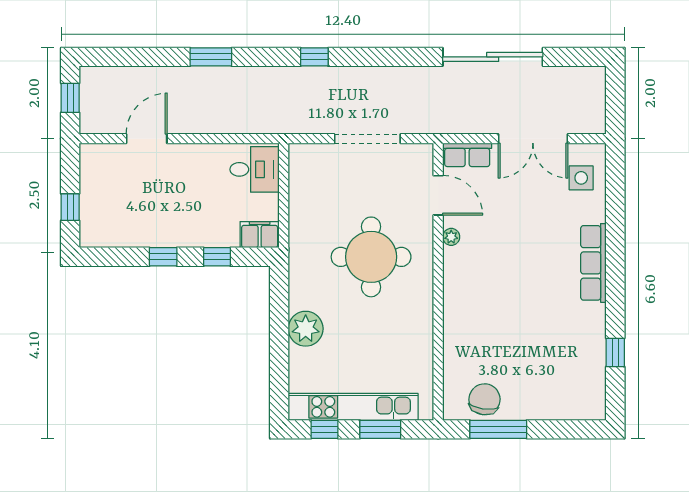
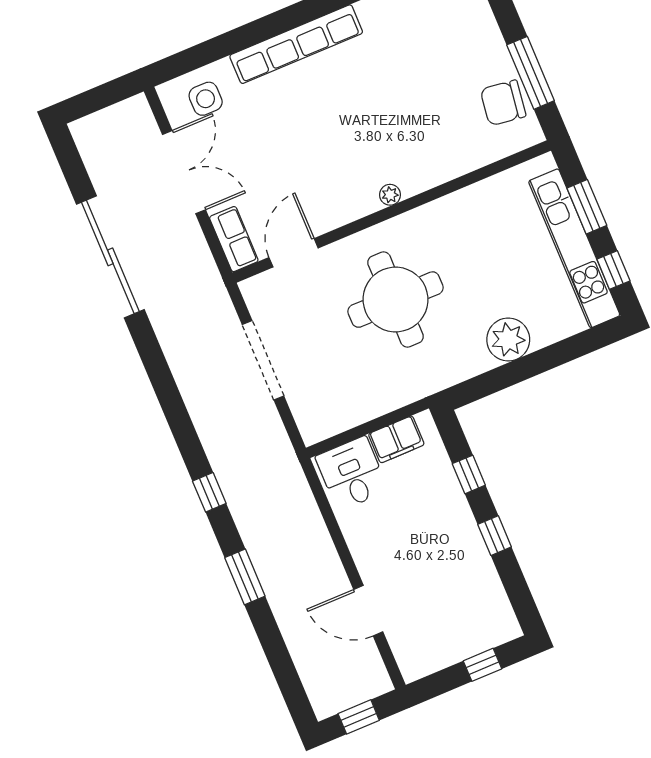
window: (314, 57) -> (209, 492), moved
filing cabinet: (260, 235) -> (396, 439), moved, turned -90
plant: (451, 237) -> (390, 195), moved
row of seats: (593, 263) -> (296, 44), width x1.36

